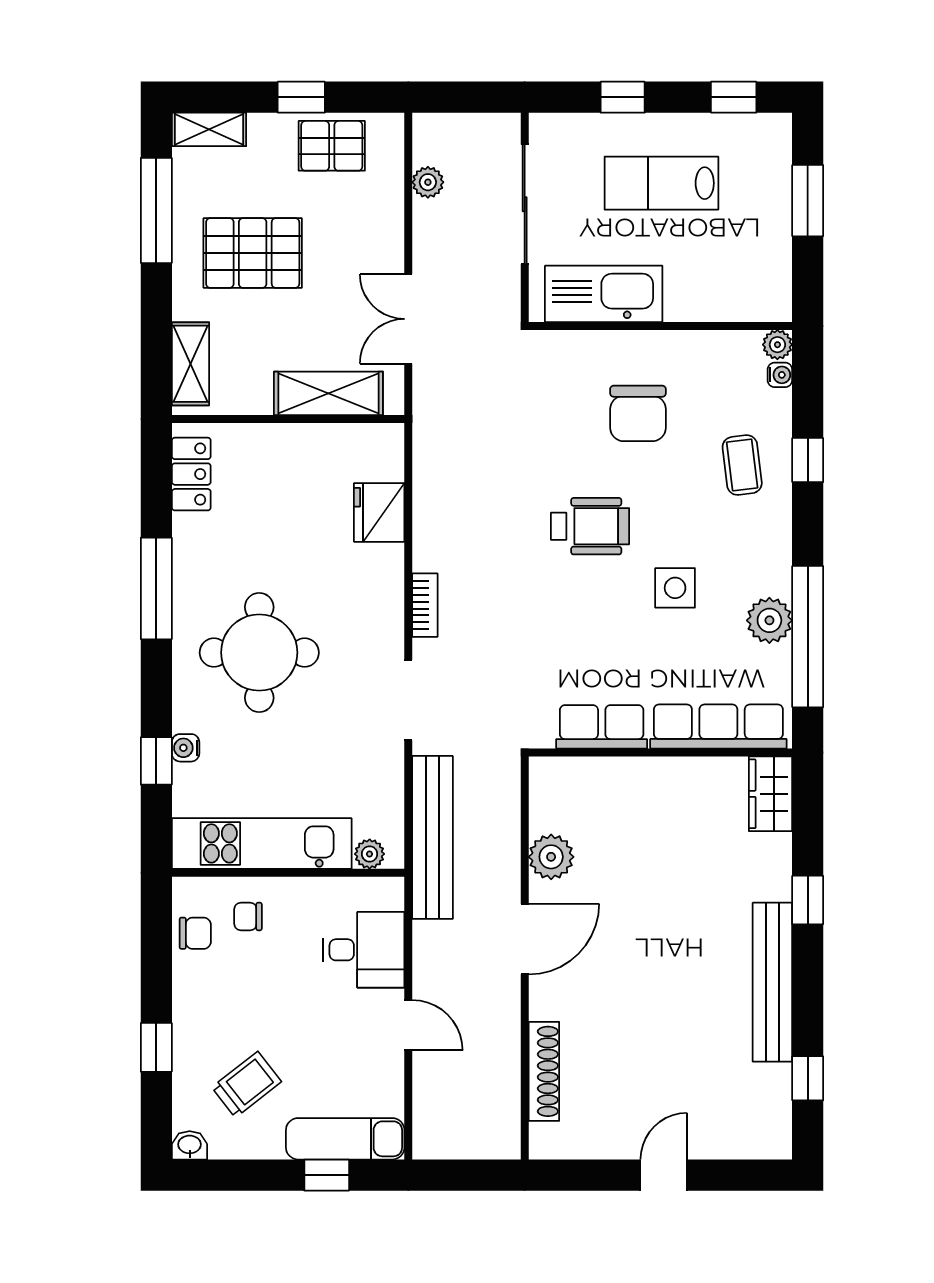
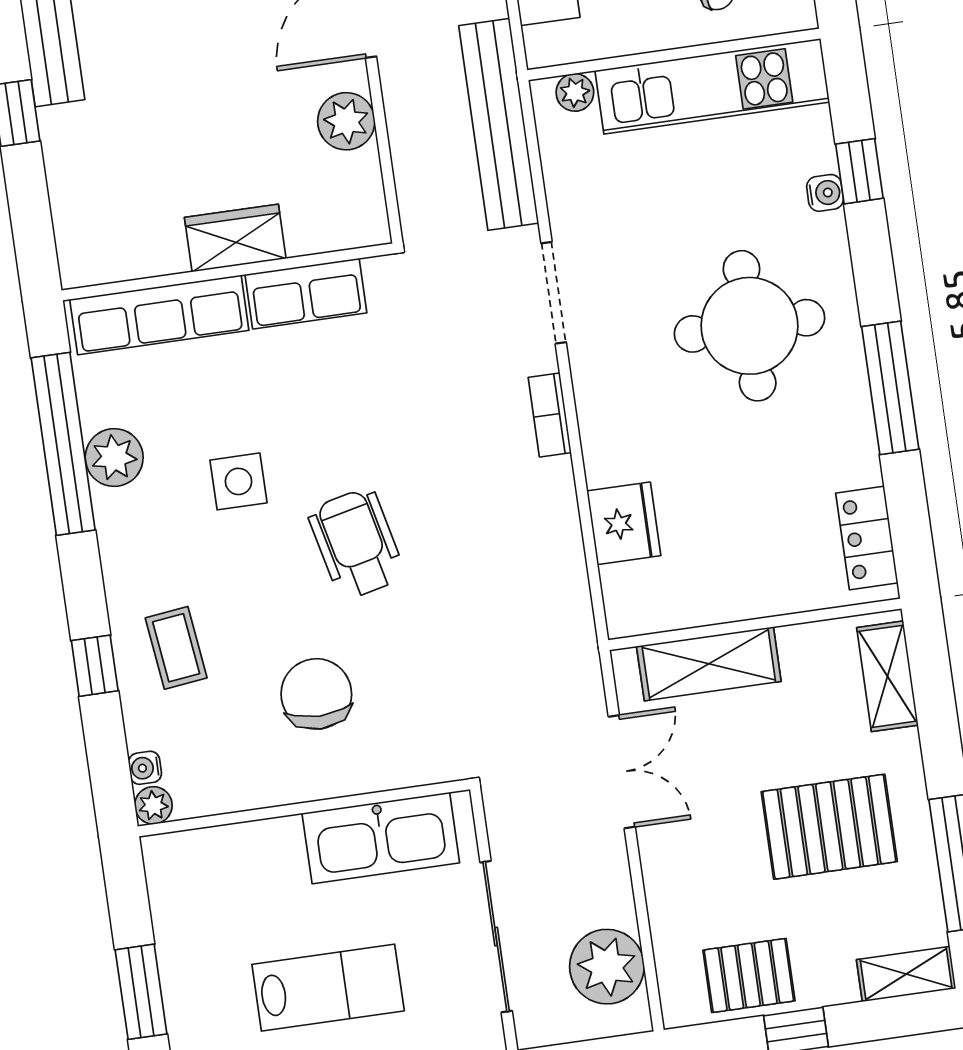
plant: (428, 182) -> (607, 967), width x1.88, depth x1.88
wheelchair: (590, 526) -> (356, 544), turned 77
wardrobe: (771, 794) -> (235, 238), moved, turned -90

